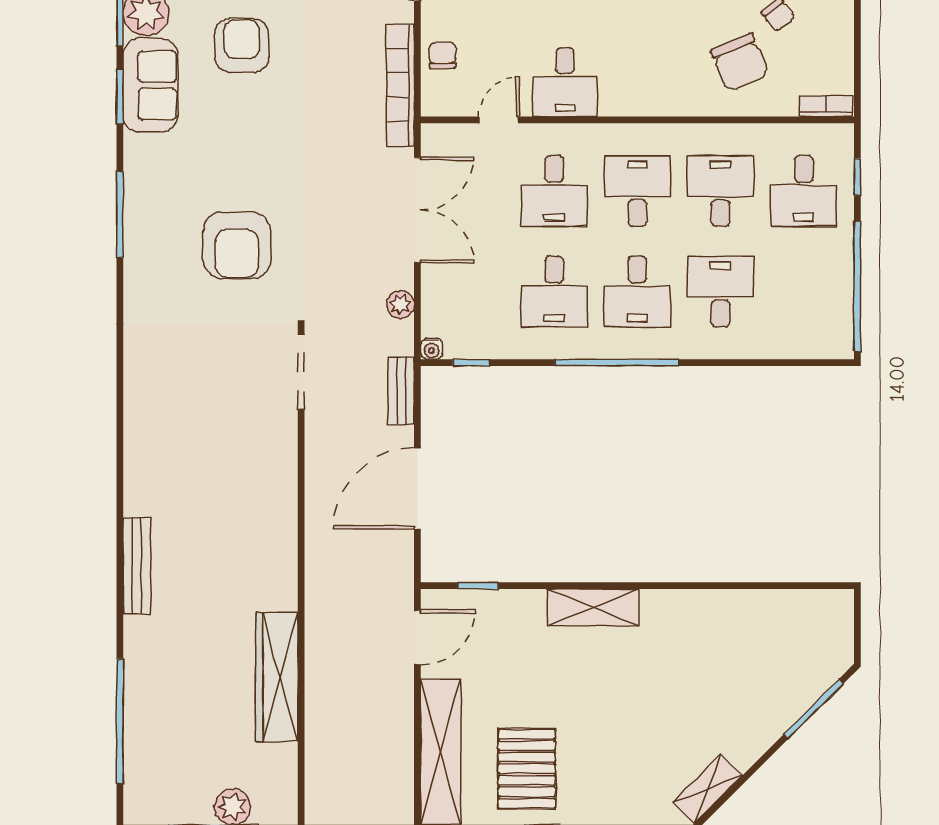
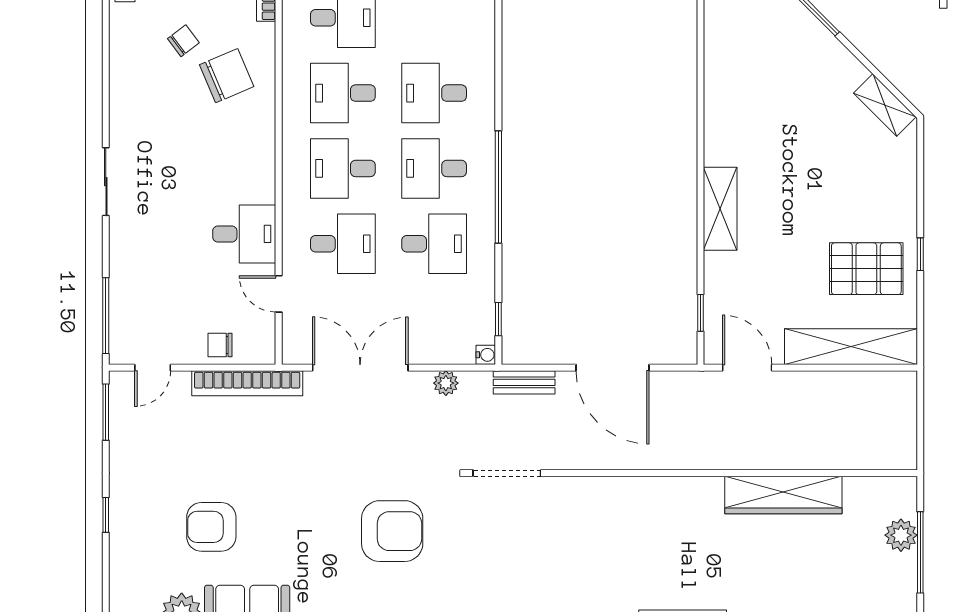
desk: (637, 292) -> (434, 168), turned 180

